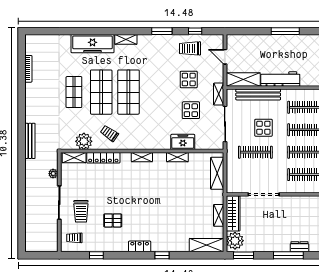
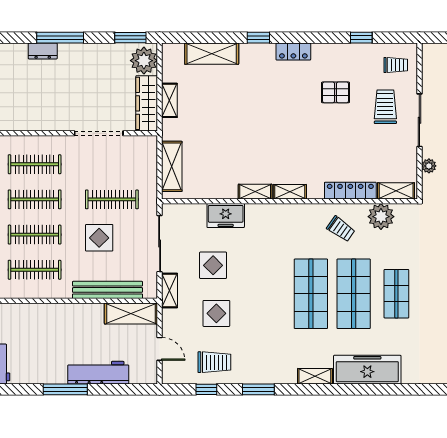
workbench: (280, 79) -> (98, 373), moved, turned 180
shelving: (177, 157) -> (255, 192), moved
shelving: (206, 245) -> (212, 54), moved

